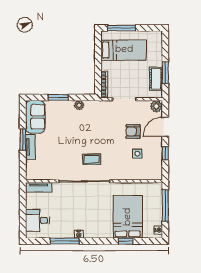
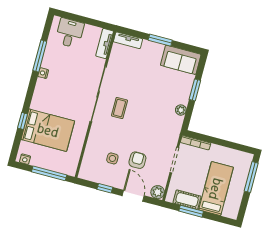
bed: (124, 50) -> (216, 189), moved, turned 180
tv unit: (30, 147) -> (128, 40), moved

